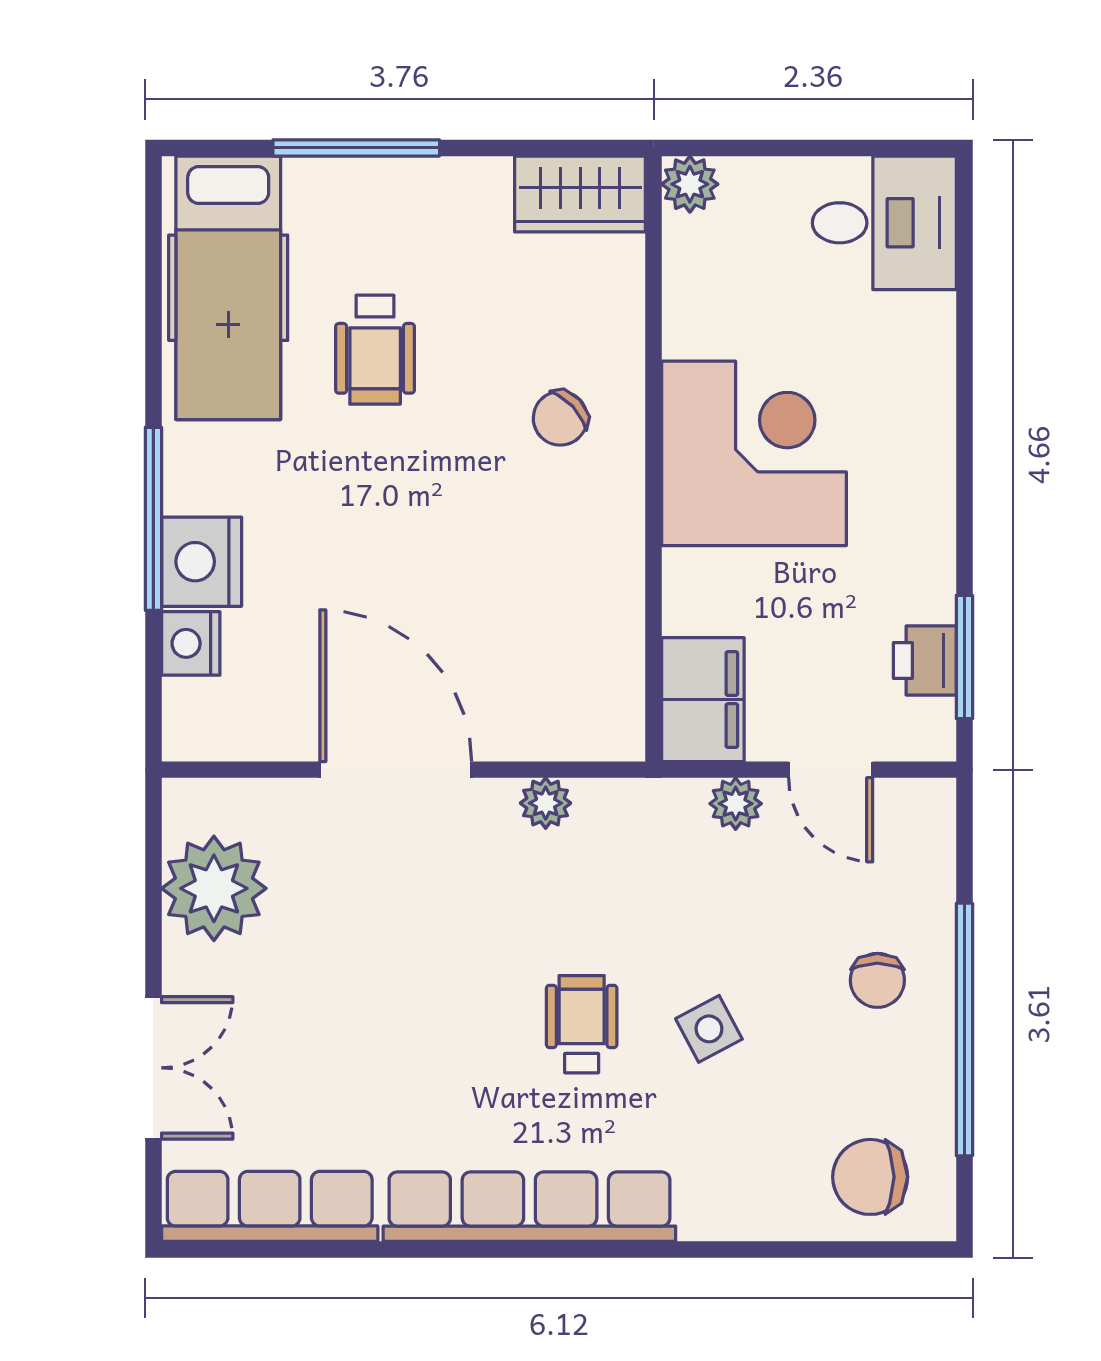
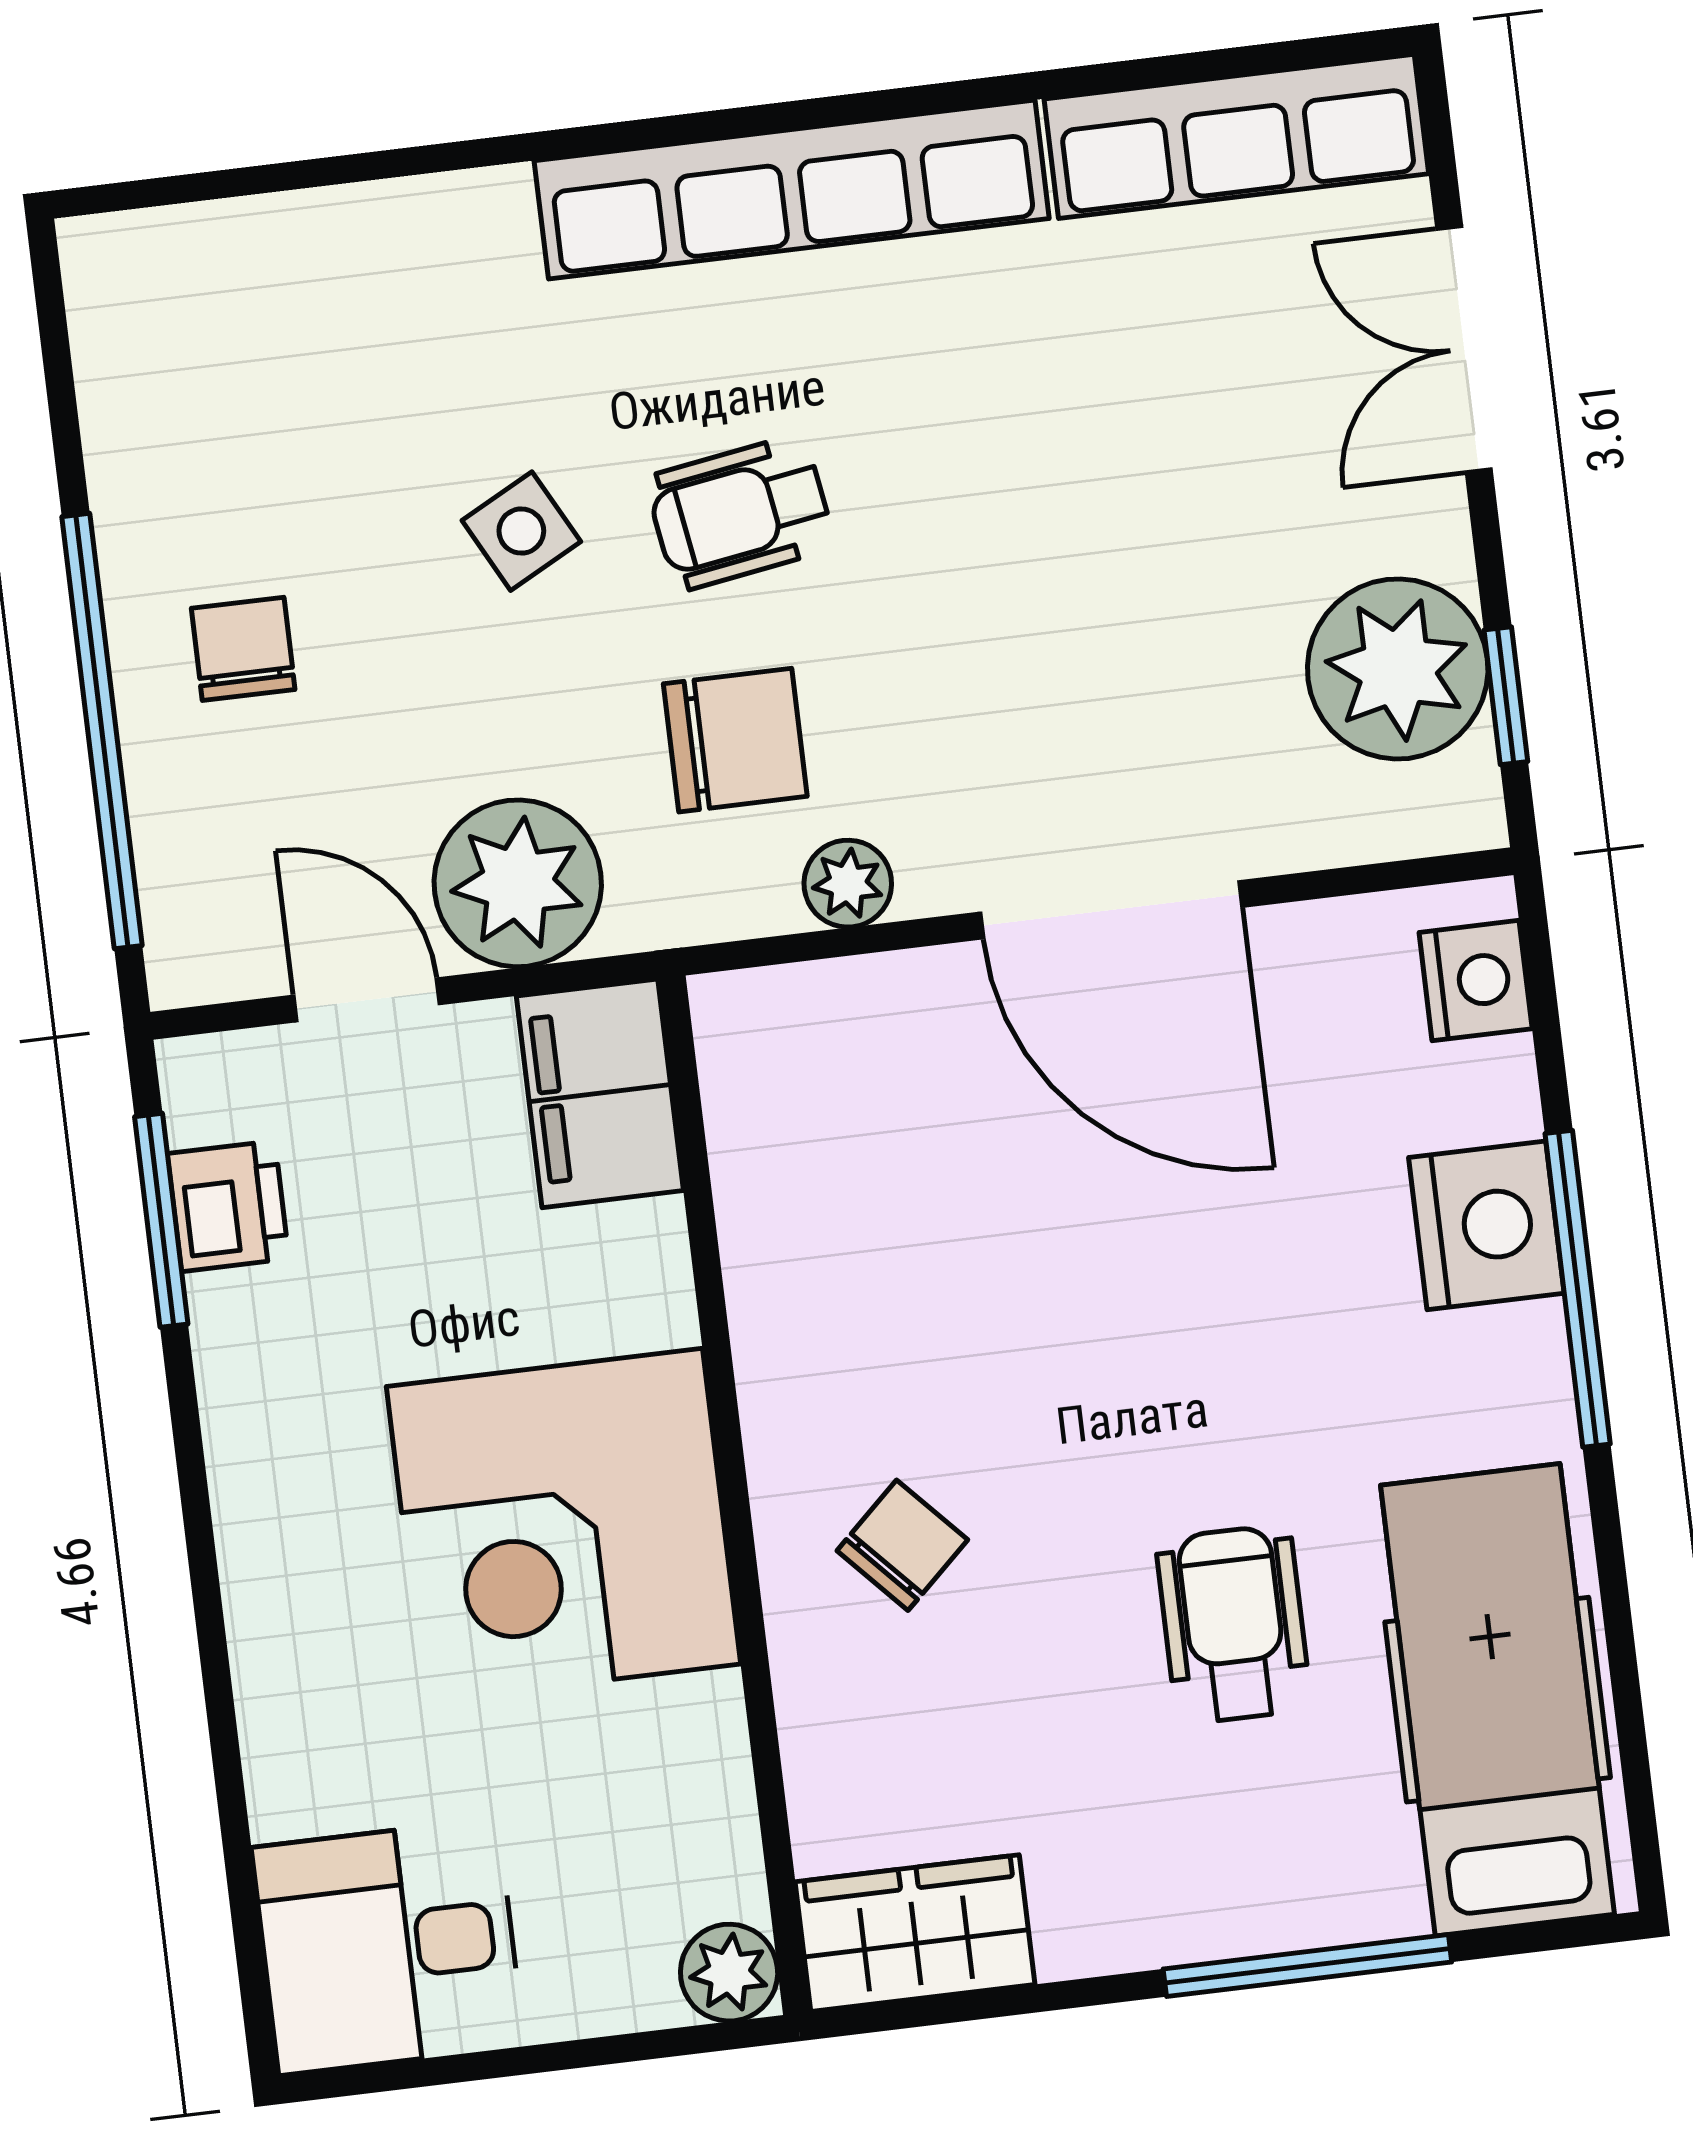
nightstand: (191, 643) -> (1476, 981), moved
plant: (736, 804) -> (518, 883), width x1.87, depth x1.87
window: (153, 865) -> (1506, 696), added
wheelchair: (582, 1024) -> (740, 513), turned 81
window: (964, 1029) -> (102, 731), moved
chair: (870, 1177) -> (735, 740), moved

